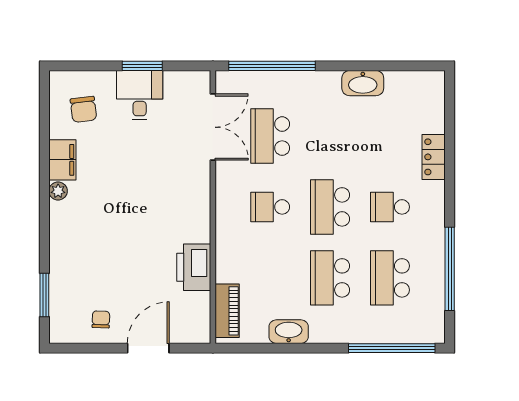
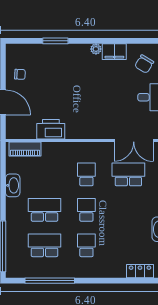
chair: (83, 109) -> (144, 64), turned -52
locker: (434, 157) -> (140, 271), moved
school desk: (330, 207) -> (86, 210), width x0.54
window: (44, 295) -> (55, 41), moved

